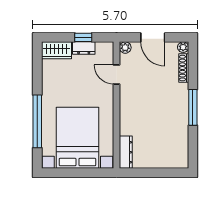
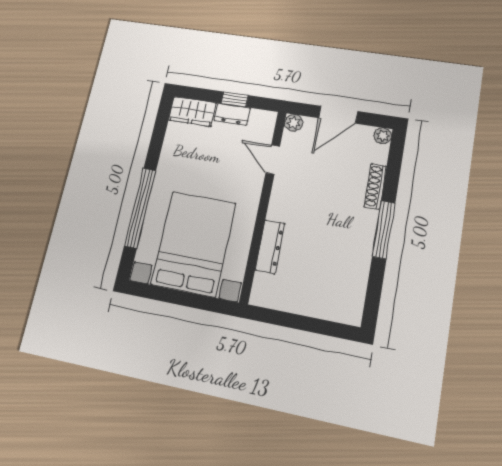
door: (153, 37) -> (338, 115), hinge flipped
shoe rack: (184, 68) -> (375, 186), moved
dresser: (126, 152) -> (270, 247), moved

